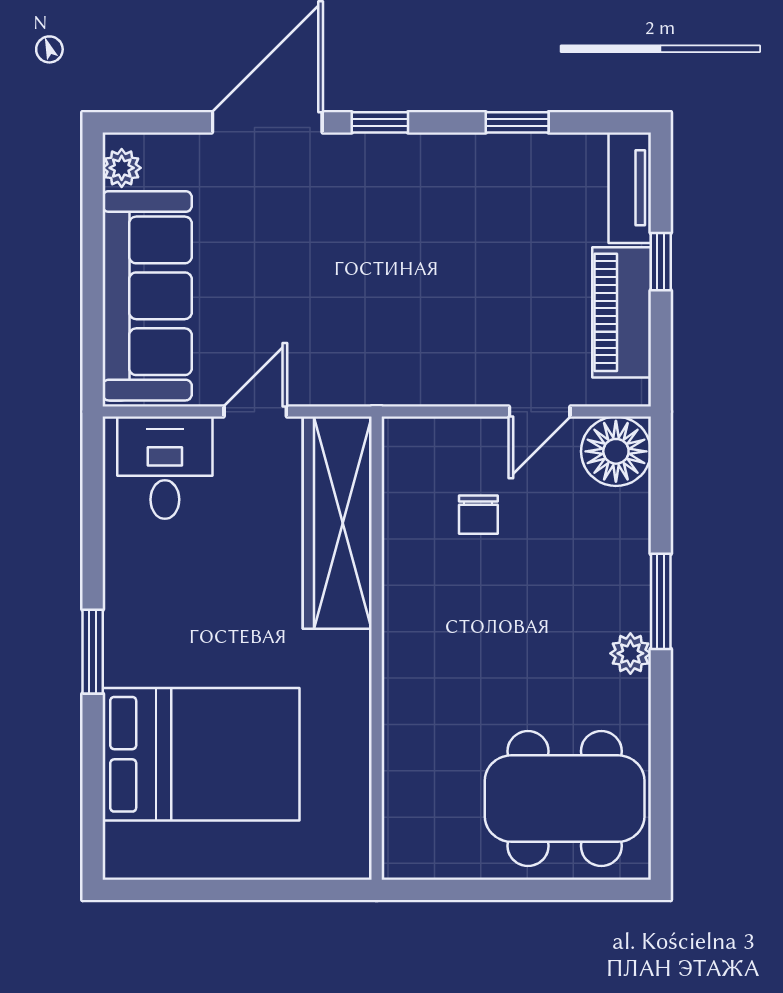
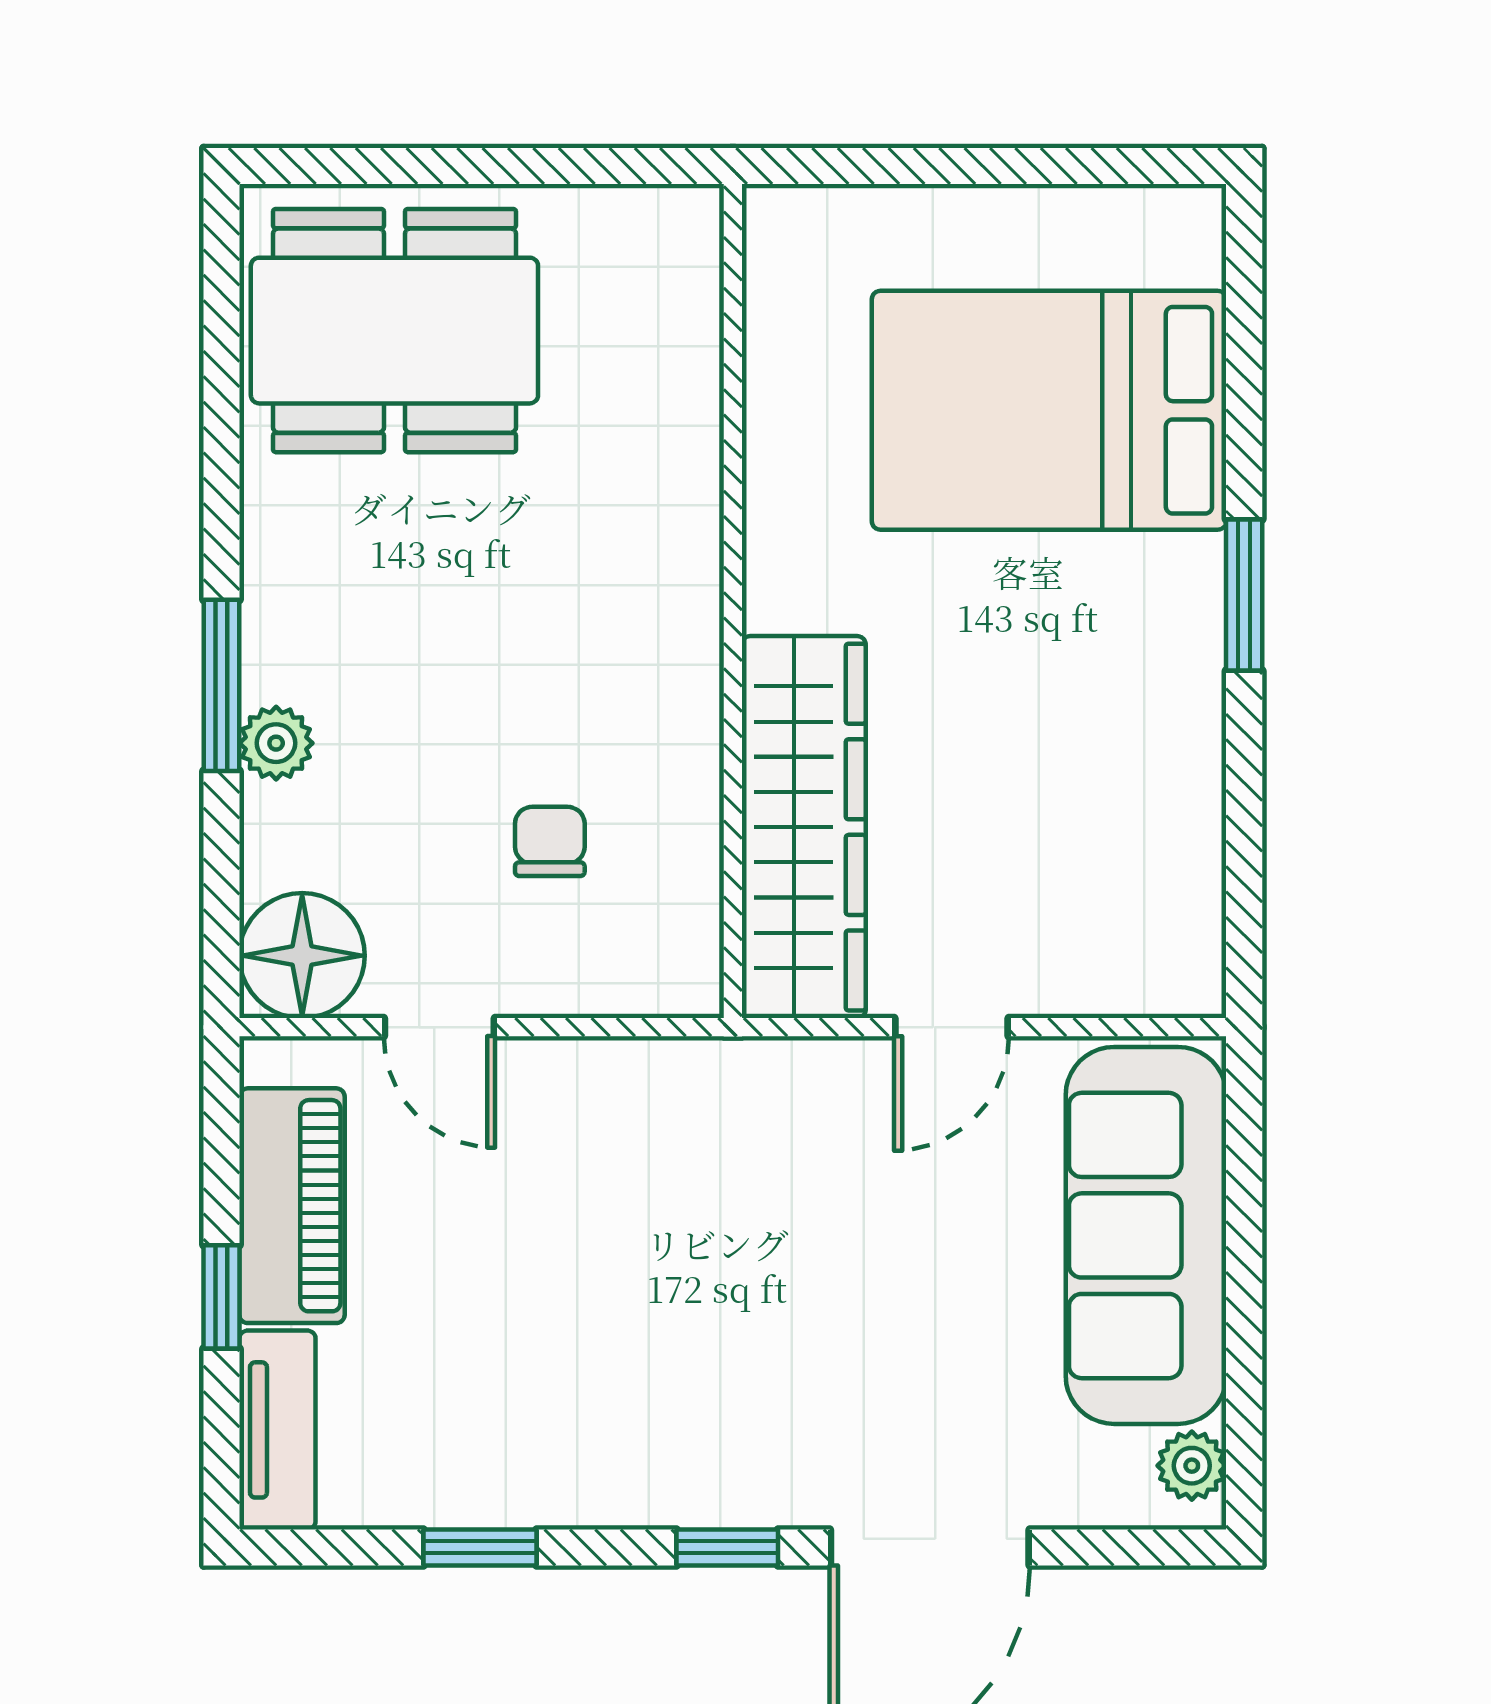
door: (540, 412) -> (439, 1027), swing flipped
desk: (165, 468) -> (1114, 926), removed
plant: (630, 653) -> (276, 743), moved

